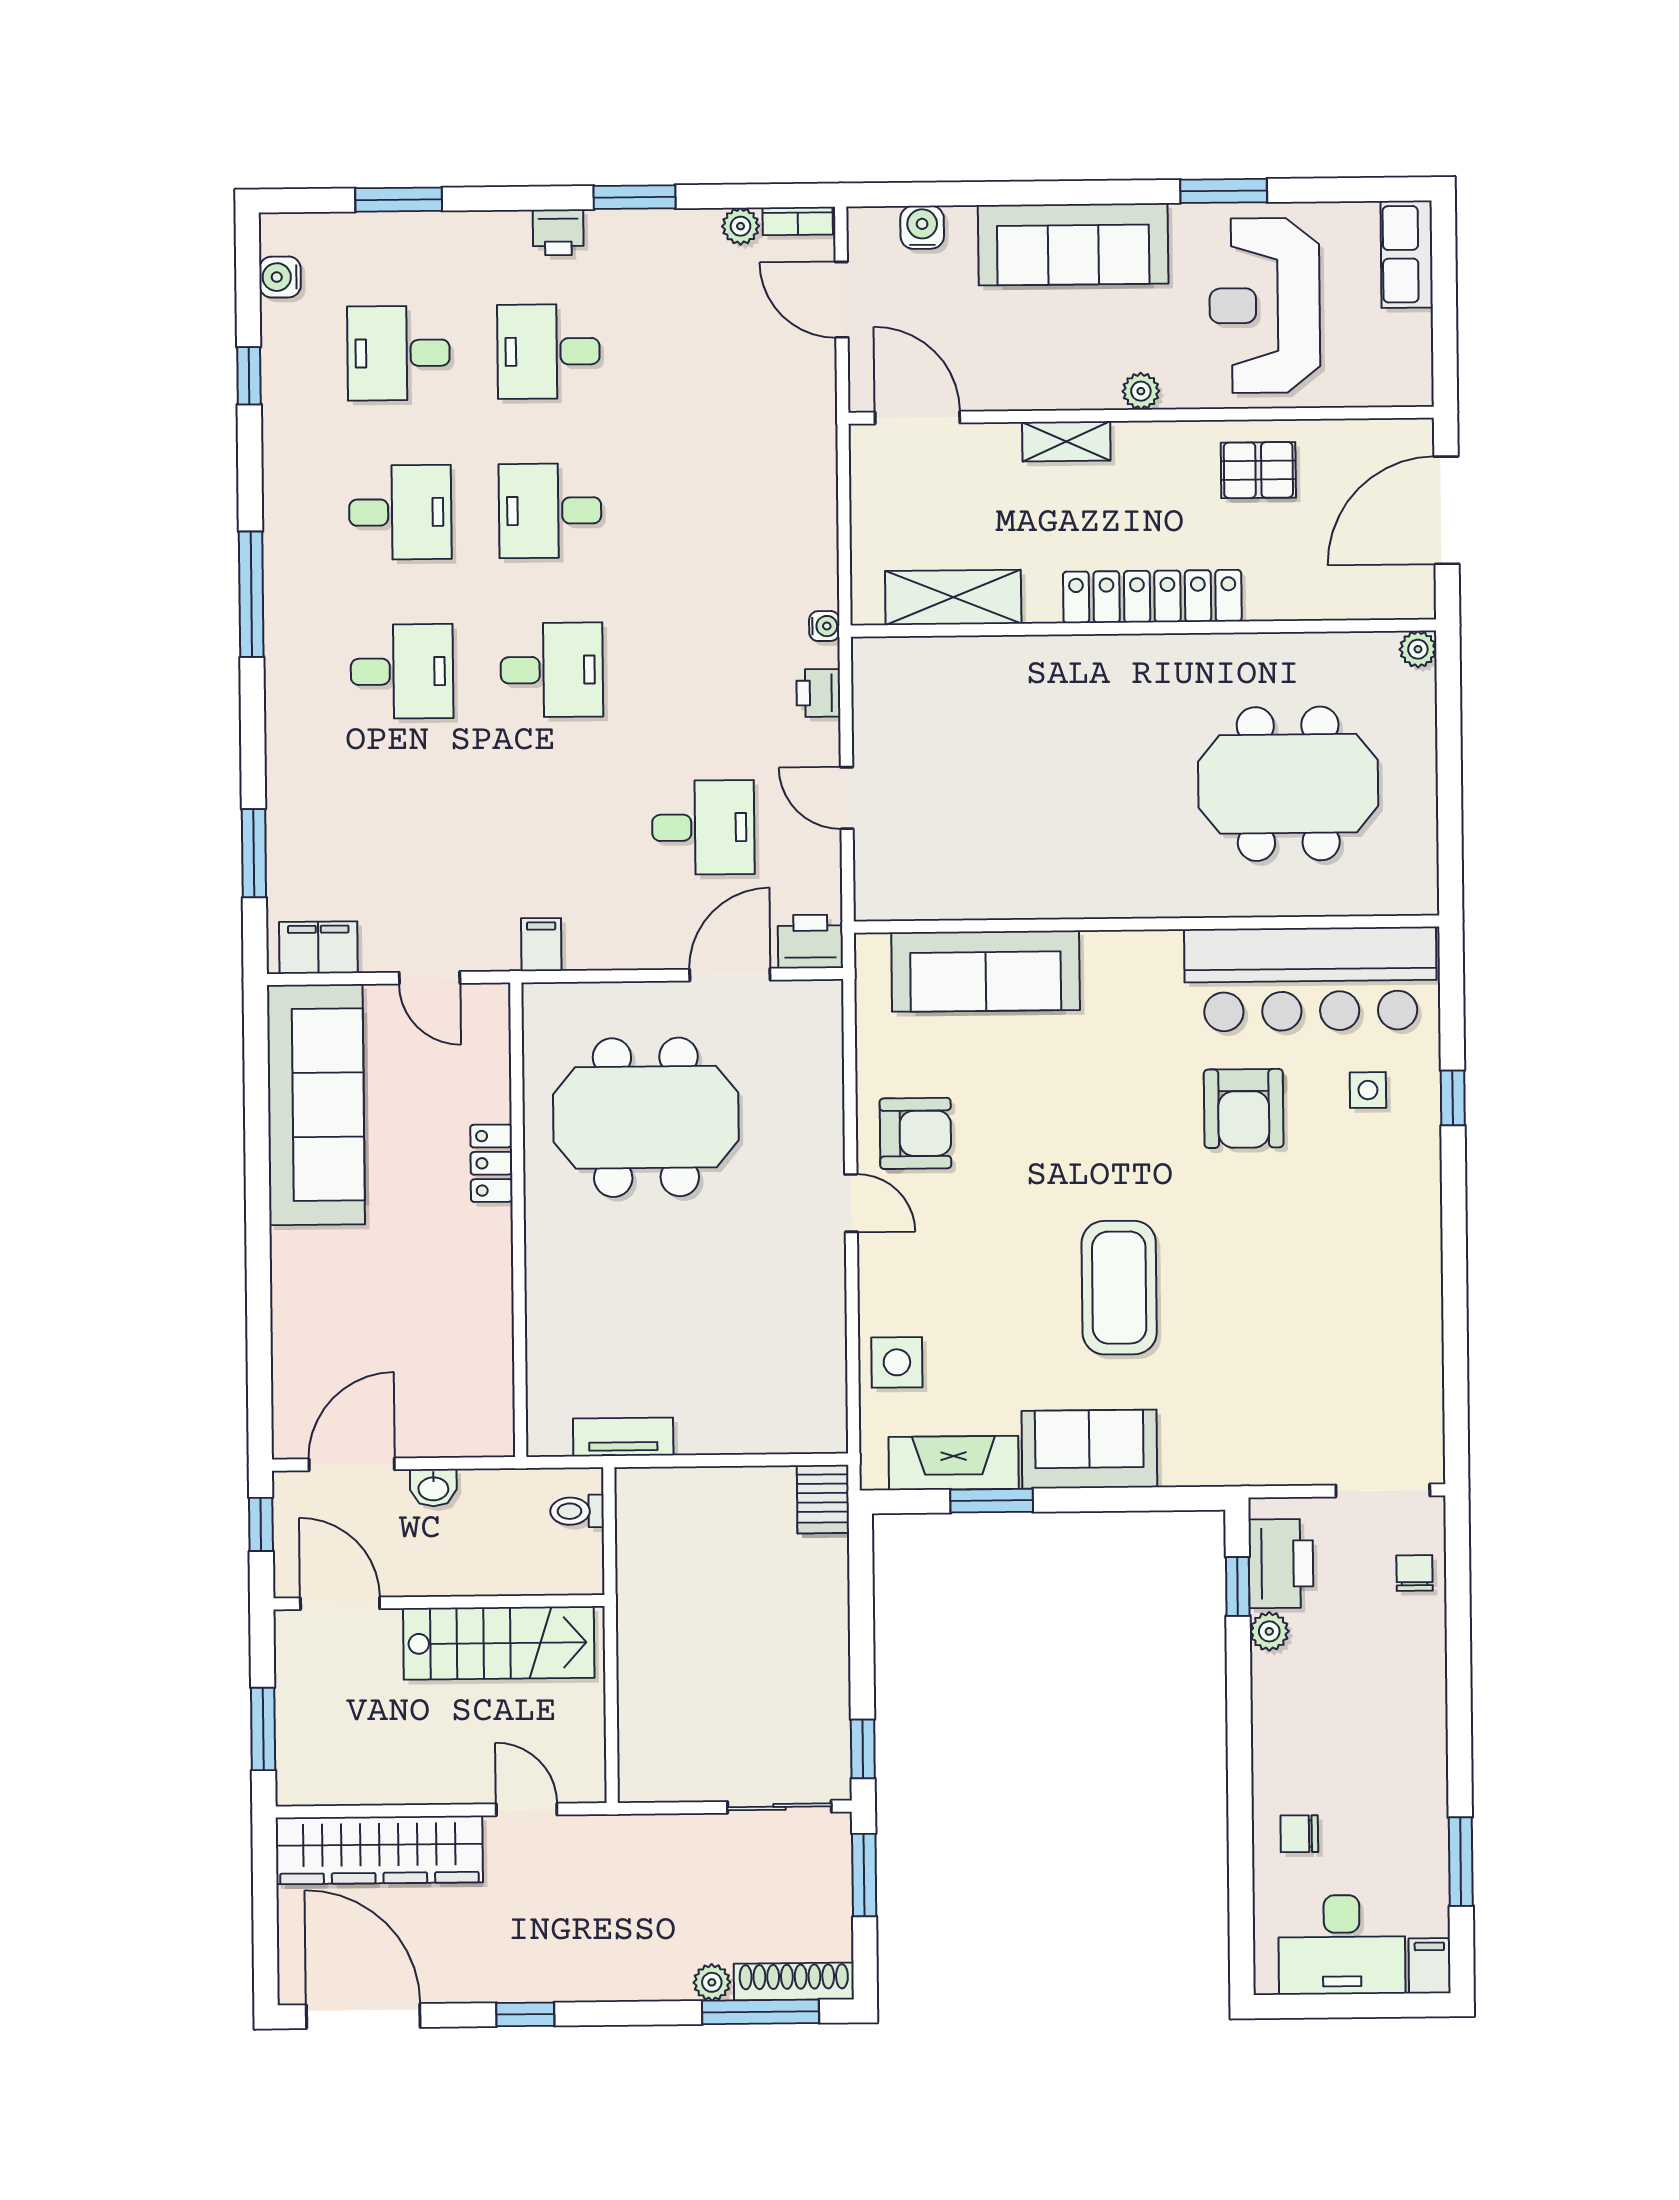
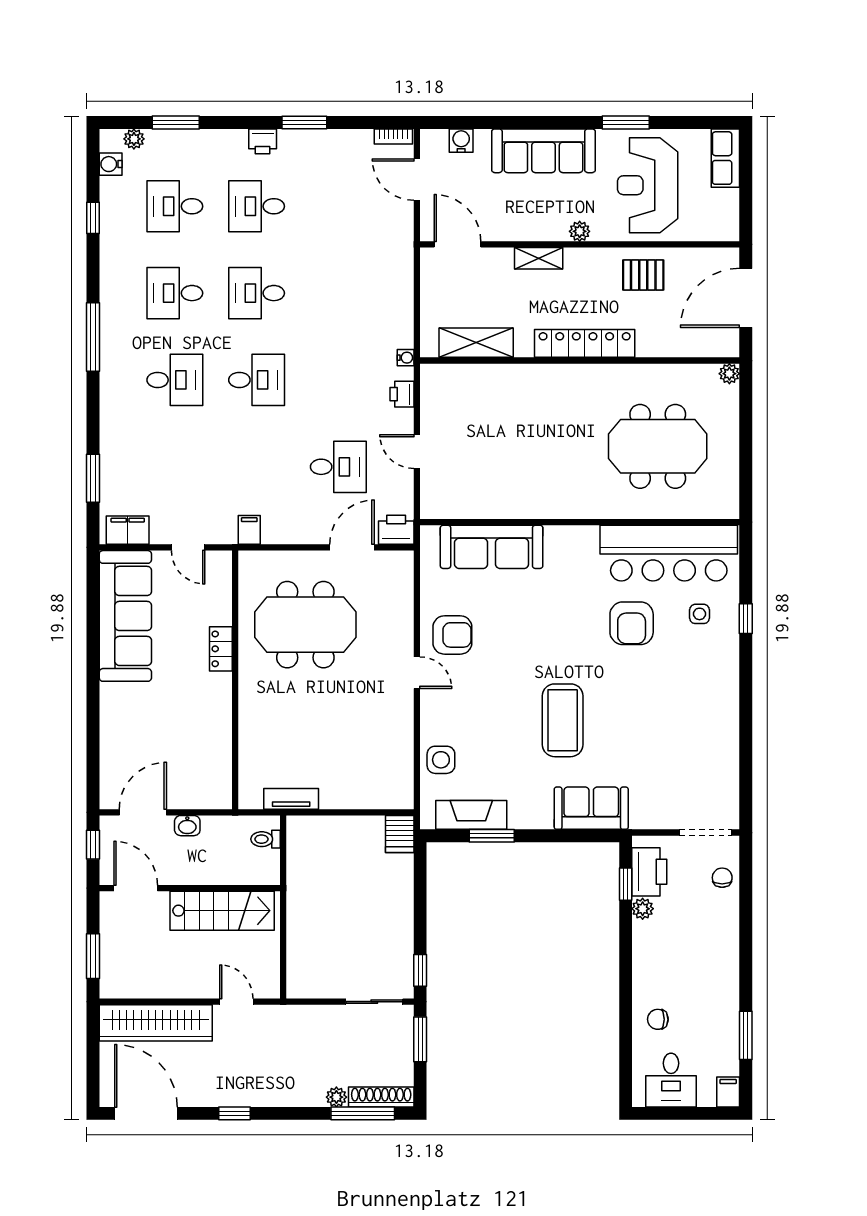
plant: (741, 226) -> (134, 139), moved
desk: (400, 512) -> (175, 293), turned 180
sofa: (1089, 1449) -> (591, 808), moved
desk: (1342, 1945) -> (671, 1080), width x0.73

